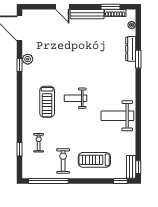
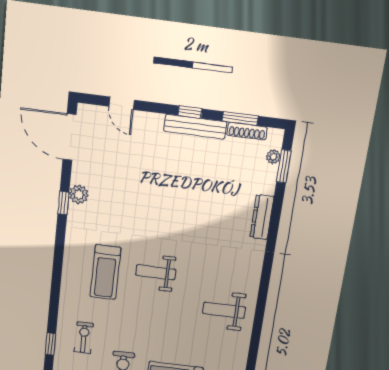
door: (62, 7) -> (122, 103), moved
window: (83, 7) -> (190, 112), added
dresser: (131, 49) -> (262, 217), moved
window: (138, 59) -> (284, 166), moved
weight bench: (117, 116) -> (224, 310), width x0.73, depth x0.75

